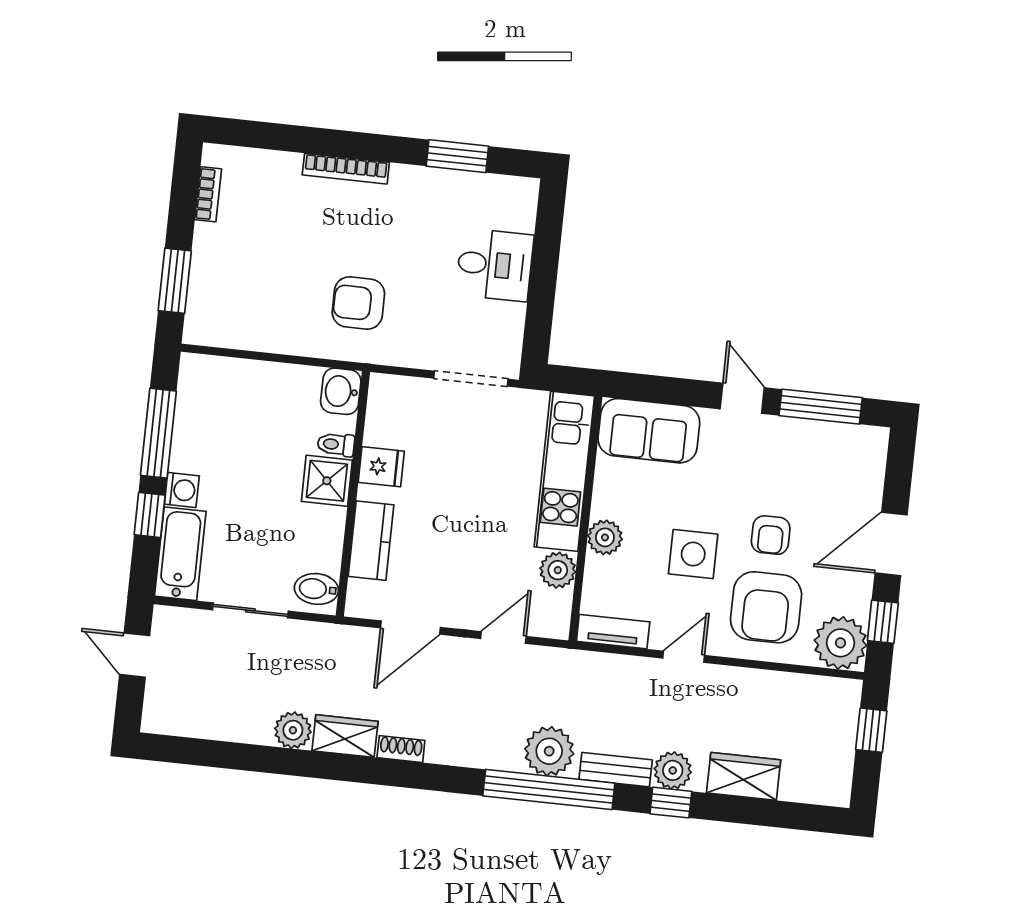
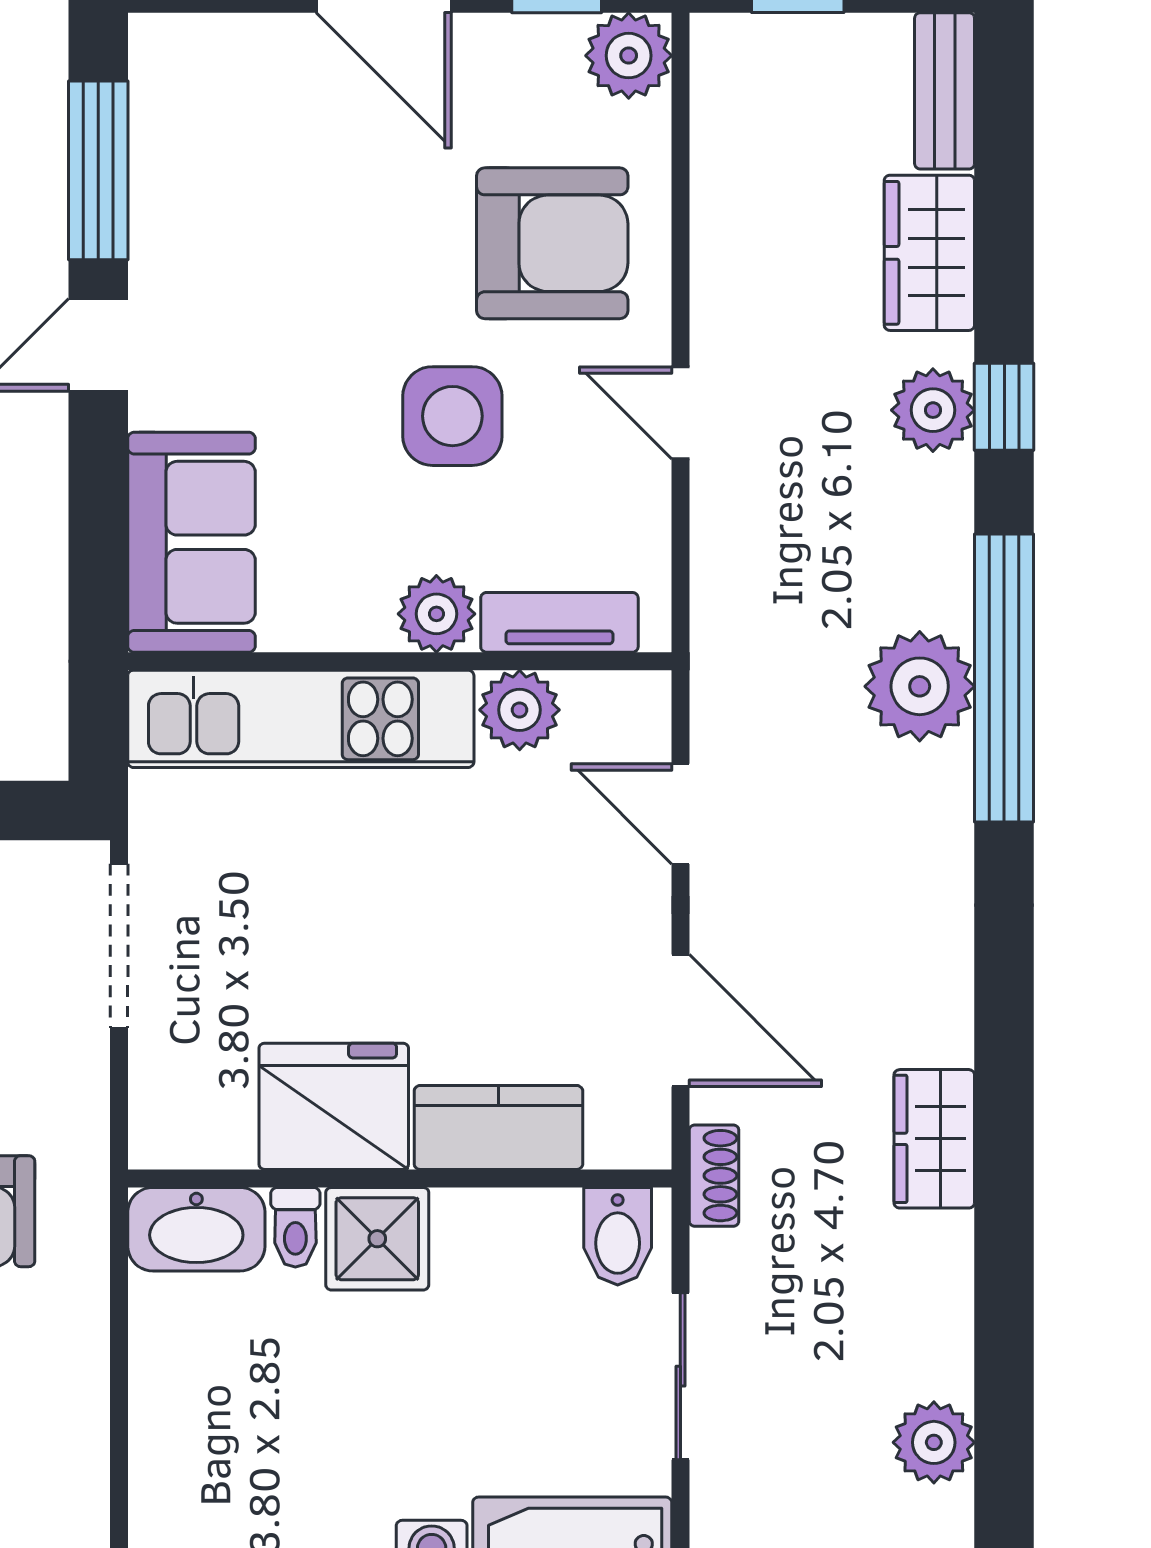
washbasin: (341, 391) -> (196, 1229), width x1.38
fridge: (381, 467) -> (334, 1106), width x1.88, depth x1.34
armchair: (771, 535) -> (392, 250), removed
tv unit: (613, 632) -> (559, 622), moved, turned 90
plant: (841, 643) -> (629, 56), width x0.73, depth x0.73
plant: (293, 730) -> (934, 1442), moved
shoe rack: (401, 749) -> (714, 1176), moved, turned 180
bench: (616, 770) -> (945, 91), moved

